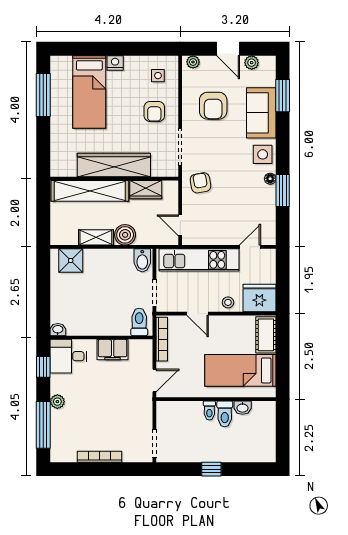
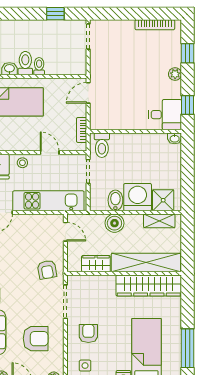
armchair: (213, 106) -> (36, 339), turned 90
wardrobe: (114, 165) -> (149, 286), moved
shelving: (96, 237) -> (159, 221), moved
bidet: (142, 260) -> (115, 200), moved
washing machine: (99, 264) -> (138, 197), added
bookcase: (162, 339) -> (82, 130), width x0.64
filing cabinet: (113, 350) -> (126, 121), removed
window: (43, 425) -> (188, 53), width x0.46
bookcase: (99, 457) -> (155, 25), moved
window: (211, 469) -> (55, 14), moved

